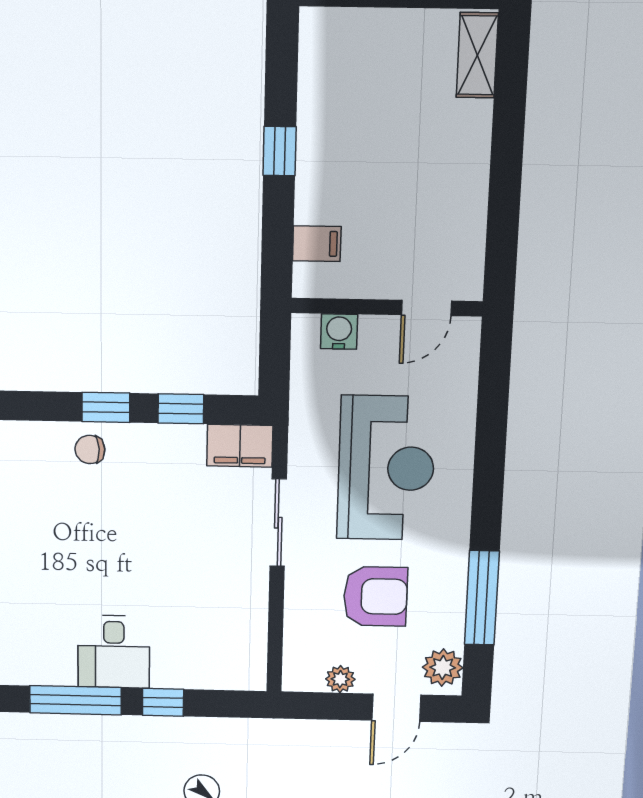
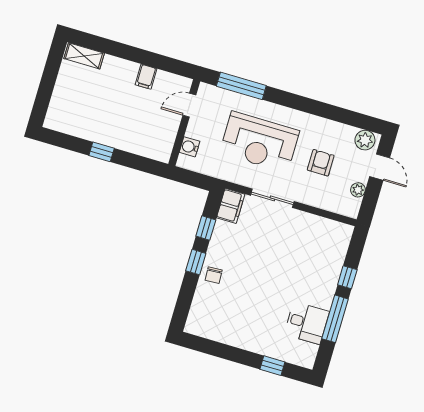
filing cabinet: (317, 244) -> (146, 77), moved, turned 180
door: (426, 308) -> (189, 105), swing flipped
reception desk: (386, 468) -> (259, 142), turned 180
armchair: (375, 596) -> (321, 163), width x0.72, depth x0.72
window: (482, 598) -> (241, 86), moved
desk: (114, 652) -> (307, 323), moved

